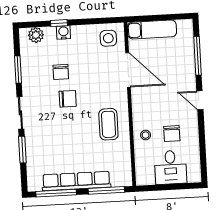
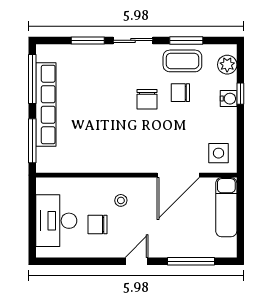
coffee table: (108, 124) -> (182, 61), moved
stool: (146, 135) -> (121, 200), moved
desk: (170, 167) -> (56, 221), width x1.37

